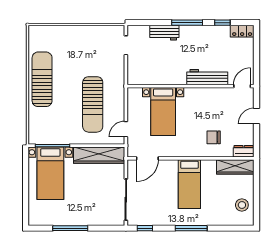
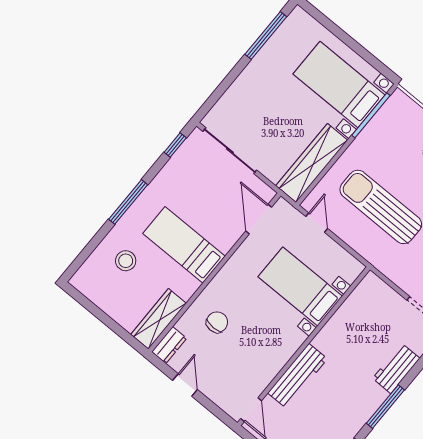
door: (257, 116) -> (185, 385), moved
stool: (242, 205) -> (126, 261), moved
window: (70, 228) -> (266, 35), moved

